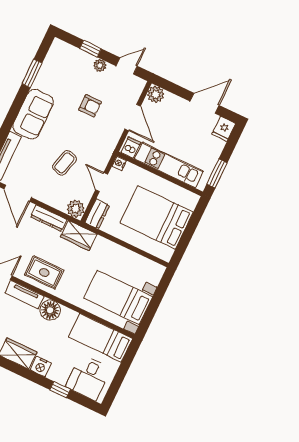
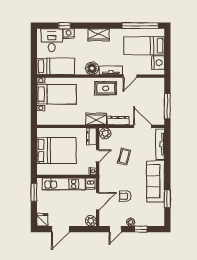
sofa: (33, 114) -> (155, 181), width x1.36
door: (133, 118) -> (98, 201), swing flipped
door: (102, 182) -> (98, 156), hinge flipped
nightstand: (41, 367) -> (69, 34), moved

